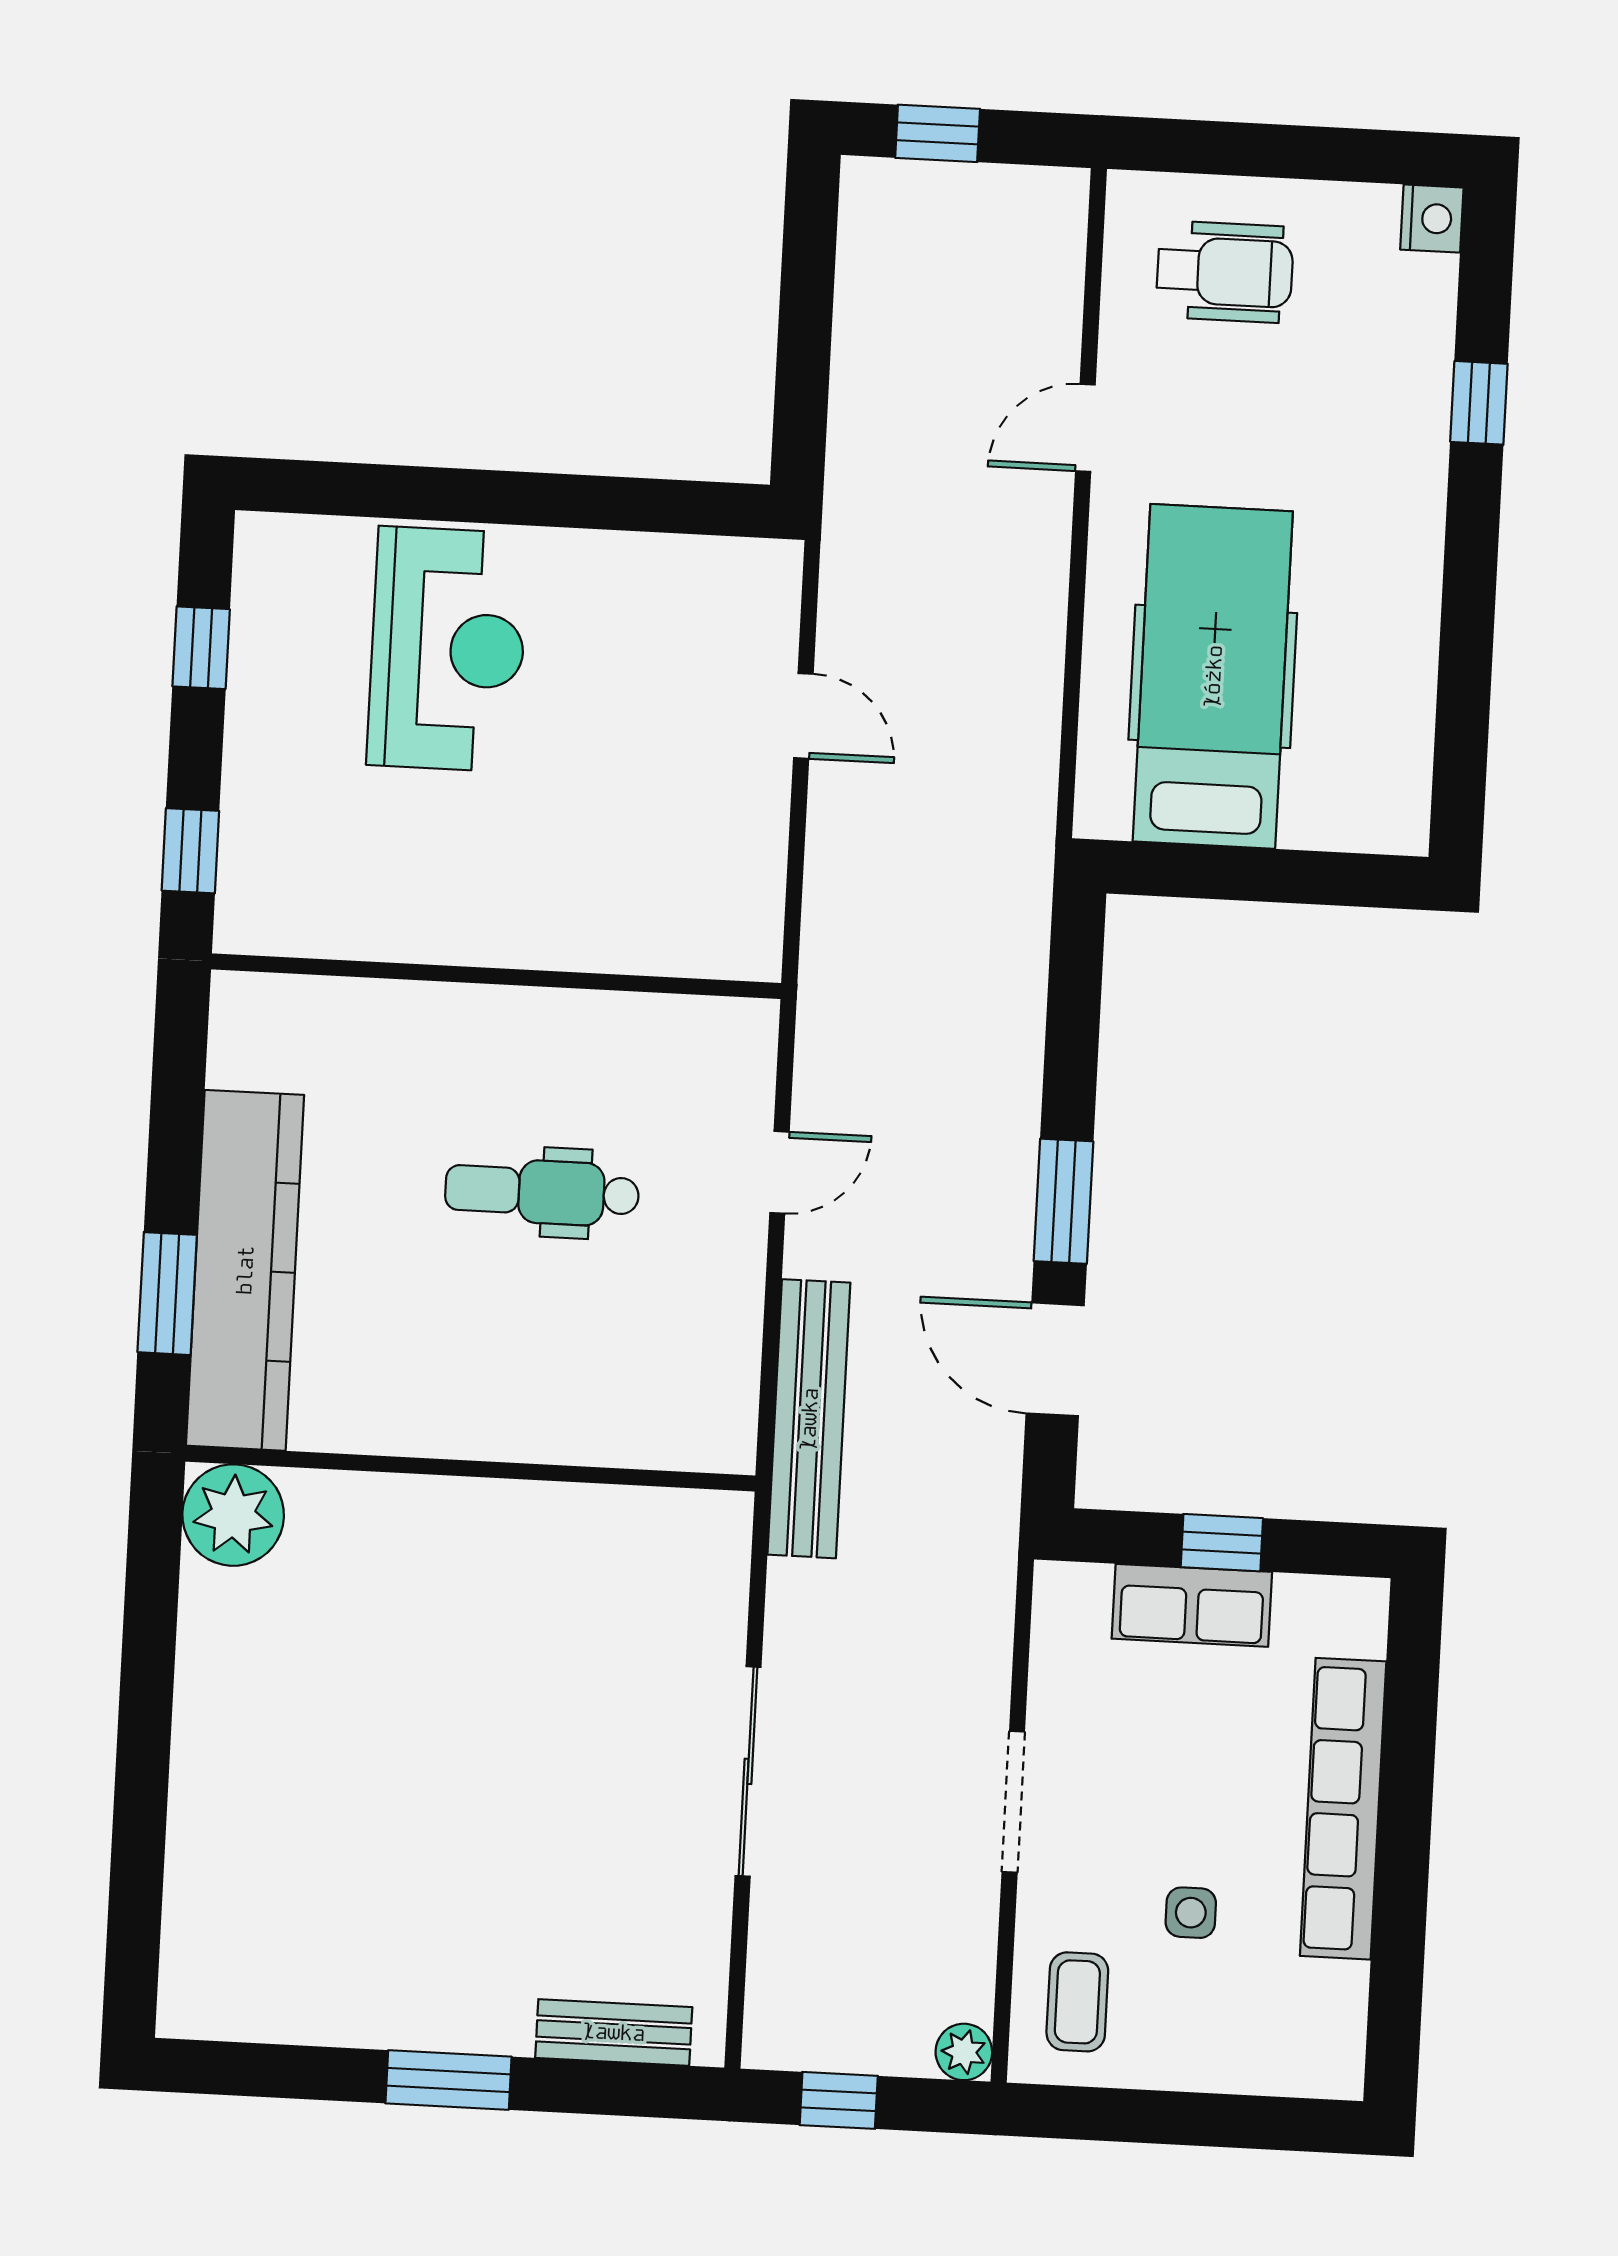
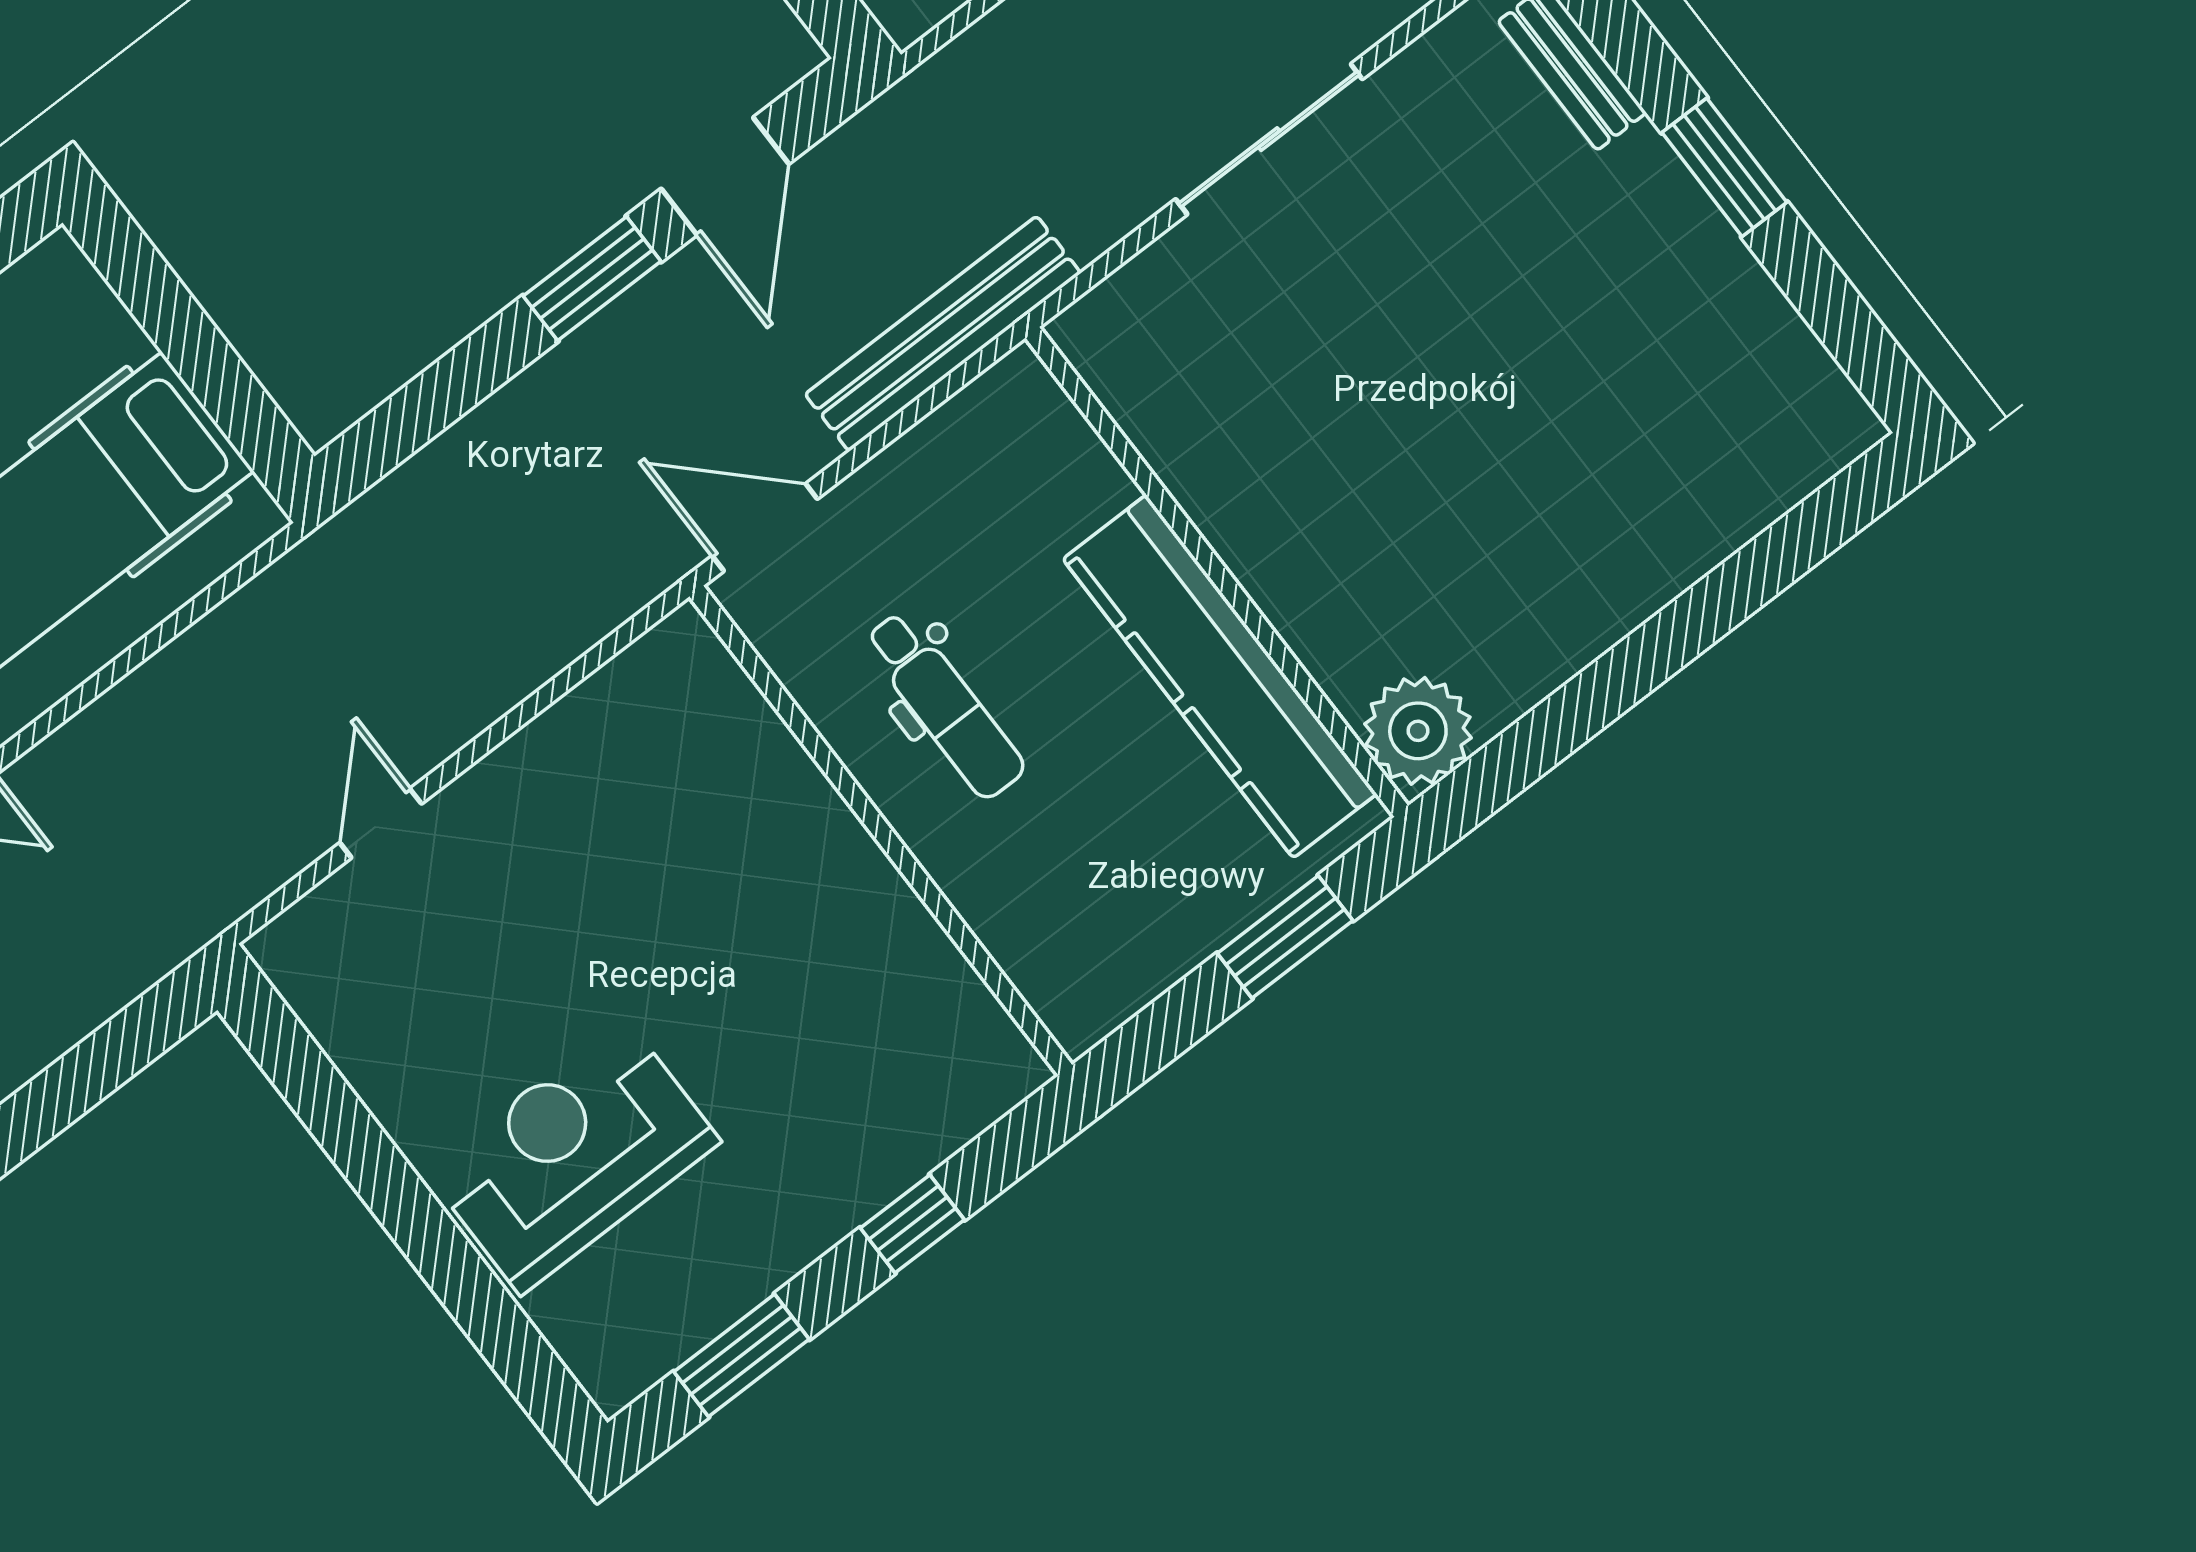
window: (201, 648) -> (742, 1355), width x1.50
wall: (496, 976) -> (881, 831), moved
door: (779, 1172) -> (765, 527), width x1.37
kitchen counter: (245, 1270) -> (1220, 676), moved, turned -90

